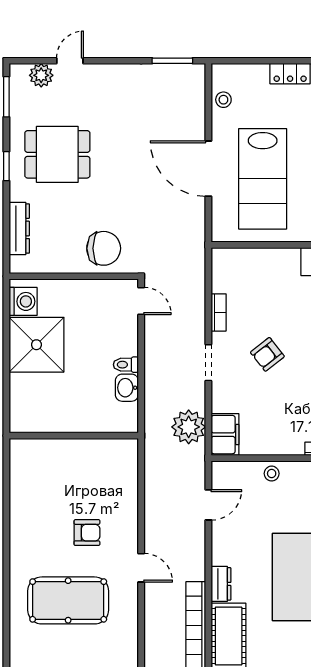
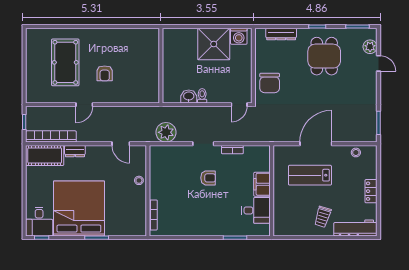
lab bench: (263, 179) -> (310, 175), width x0.73, depth x0.72
armchair: (267, 354) -> (208, 178), turned 128
filing cabinet: (225, 435) -> (262, 184), moved, turned 90

